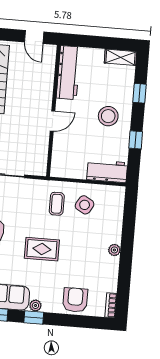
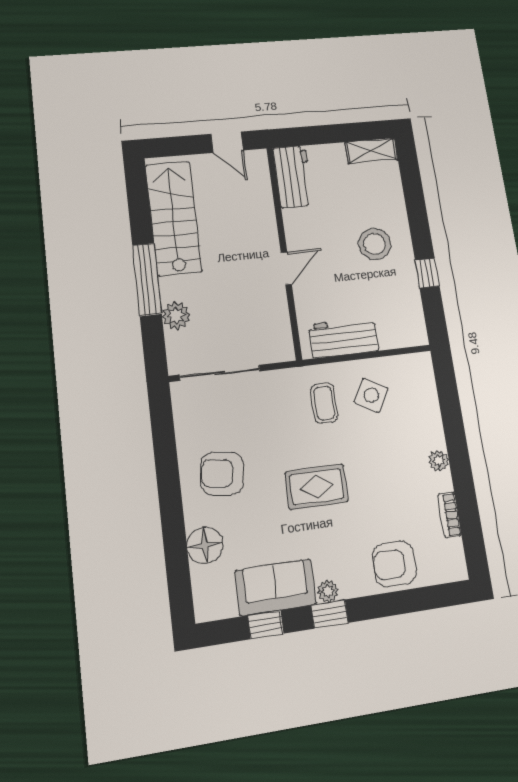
workbench: (68, 73) -> (293, 176), width x0.73
window: (139, 93) -> (415, 200), removed
workbench: (107, 171) -> (344, 338), moved
armchair: (75, 300) -> (394, 564), turned -90
bookcase: (111, 305) -> (450, 515), moved

